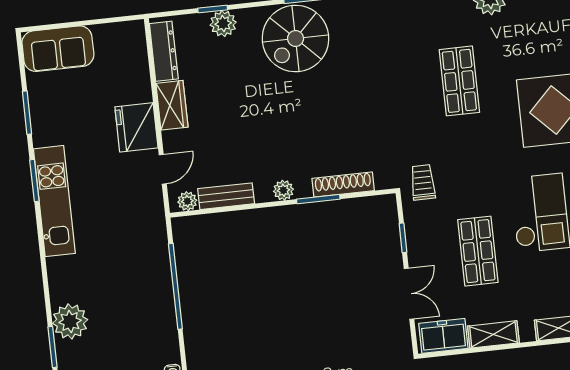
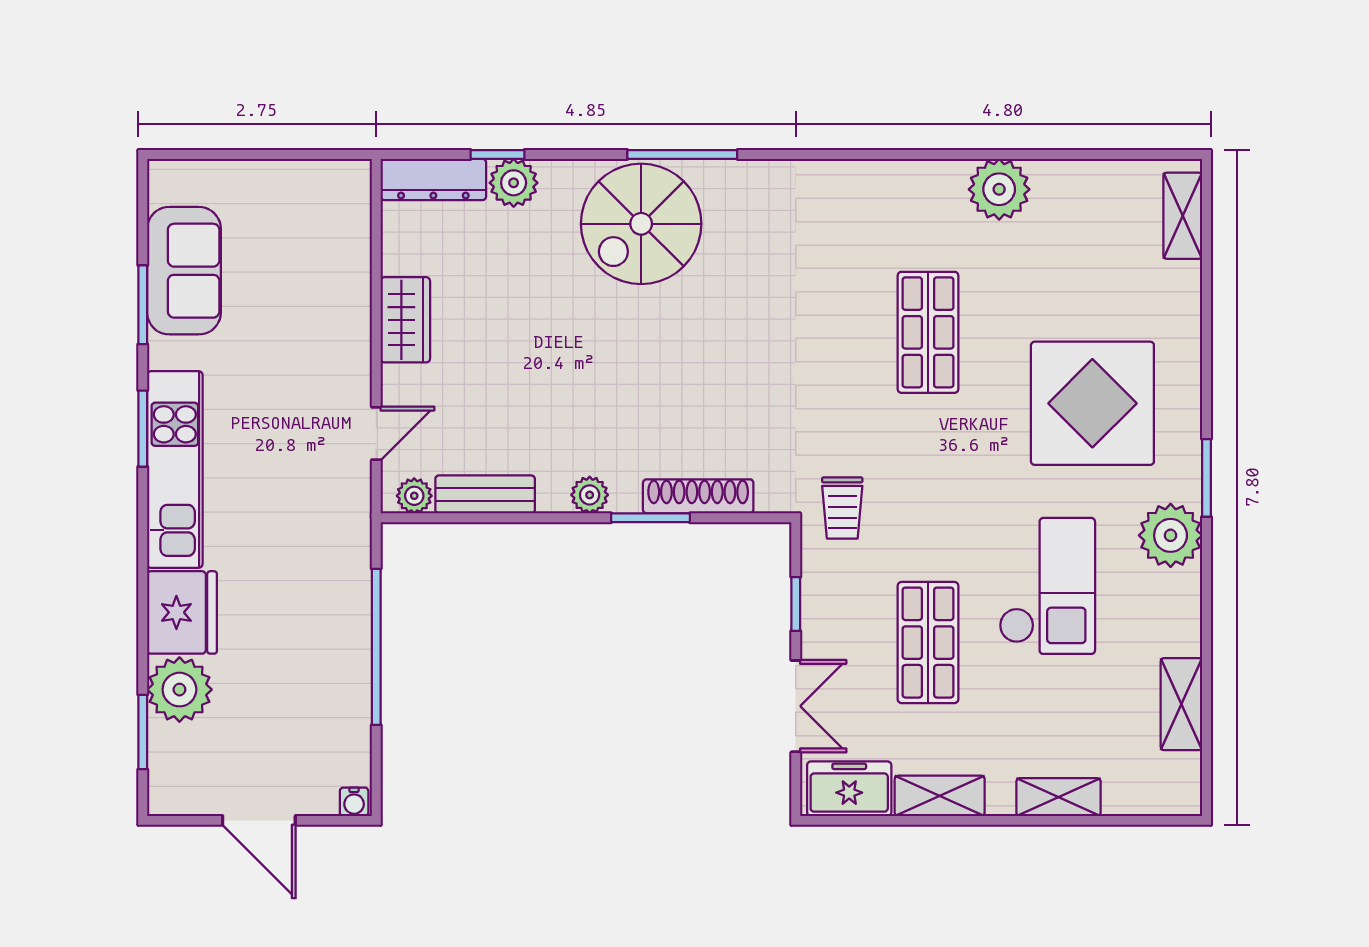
sofa: (58, 49) -> (184, 271), moved, turned -90
dresser: (164, 51) -> (433, 179), moved, turned 90
fridge: (136, 127) -> (182, 612), moved, turned 180
trolley: (423, 182) -> (842, 508), turned 180

